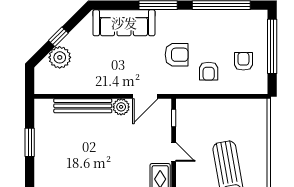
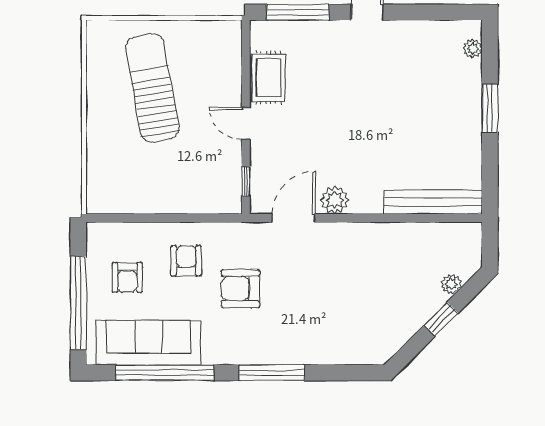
sofa: (124, 23) -> (149, 343), moved
plant: (60, 57) -> (451, 284), width x0.53, depth x0.53
bench: (83, 106) -> (433, 202), moved
window: (30, 142) -> (490, 108), moved

